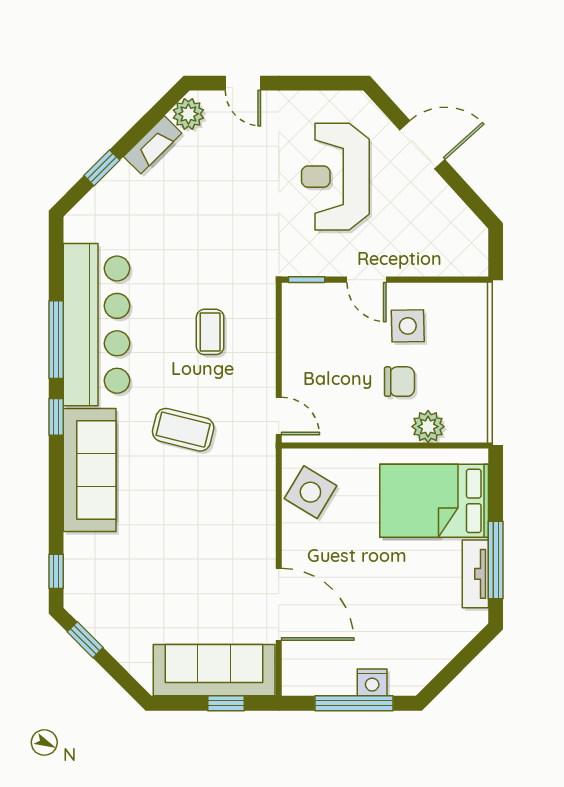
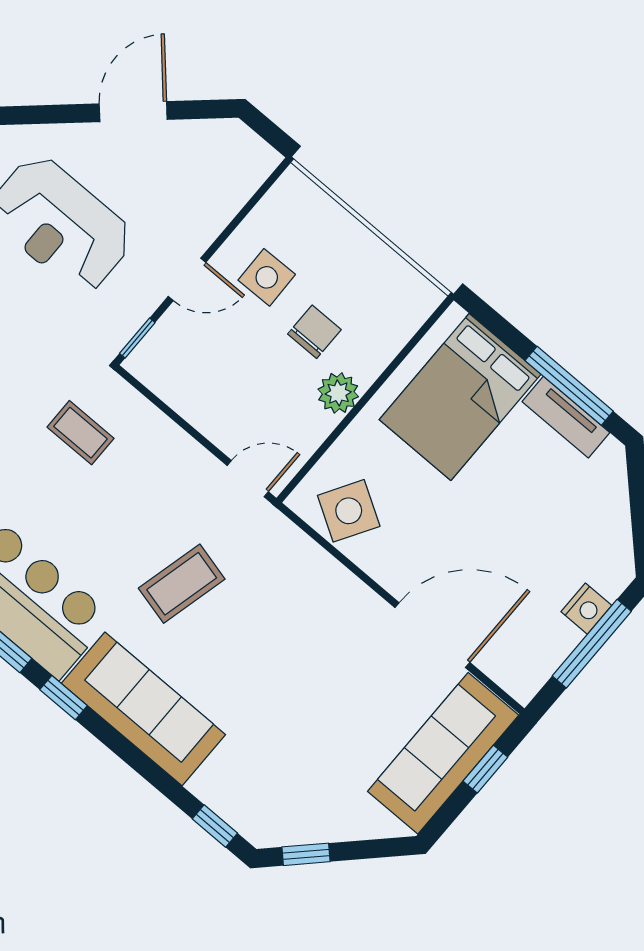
door: (422, 145) -> (133, 112), moved
coffee table: (210, 332) -> (80, 433), moved
plant: (428, 427) -> (338, 393), moved

